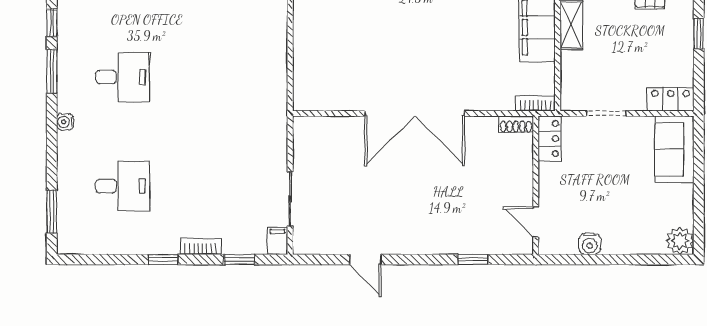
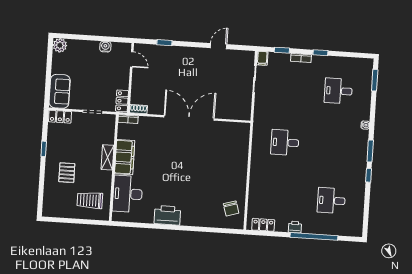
desk: (123, 77) -> (285, 142), moved
door: (366, 259) -> (219, 46), hinge flipped

